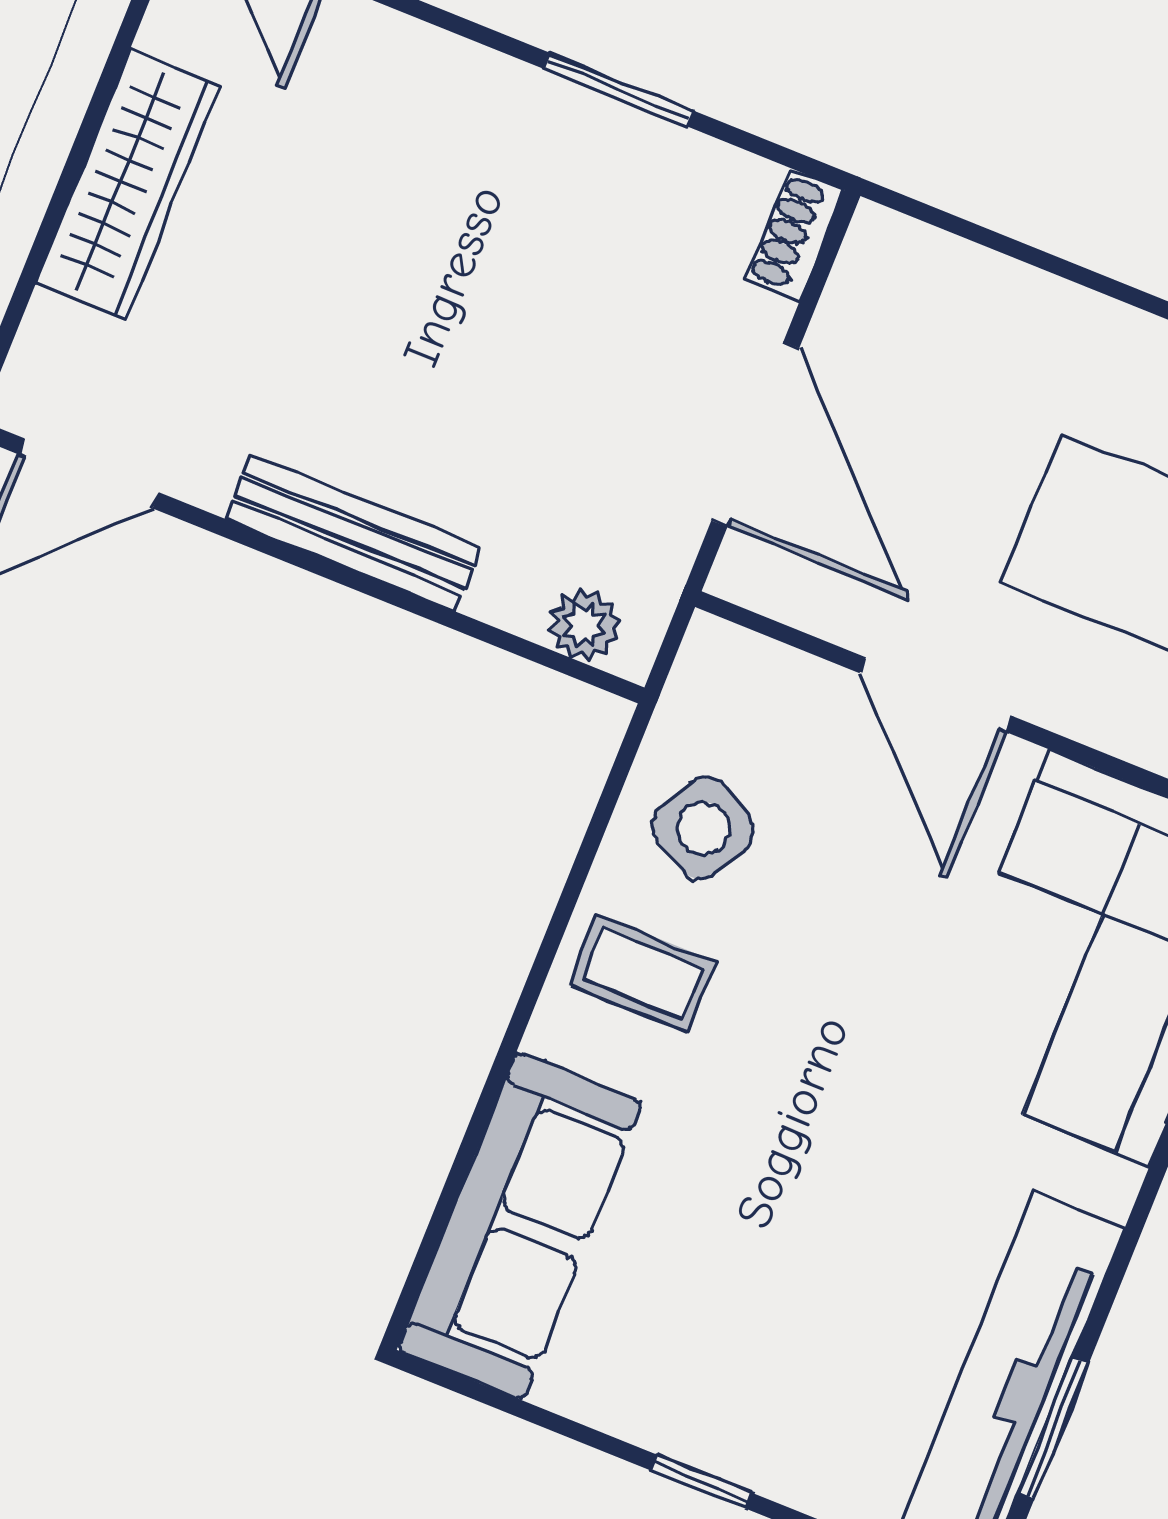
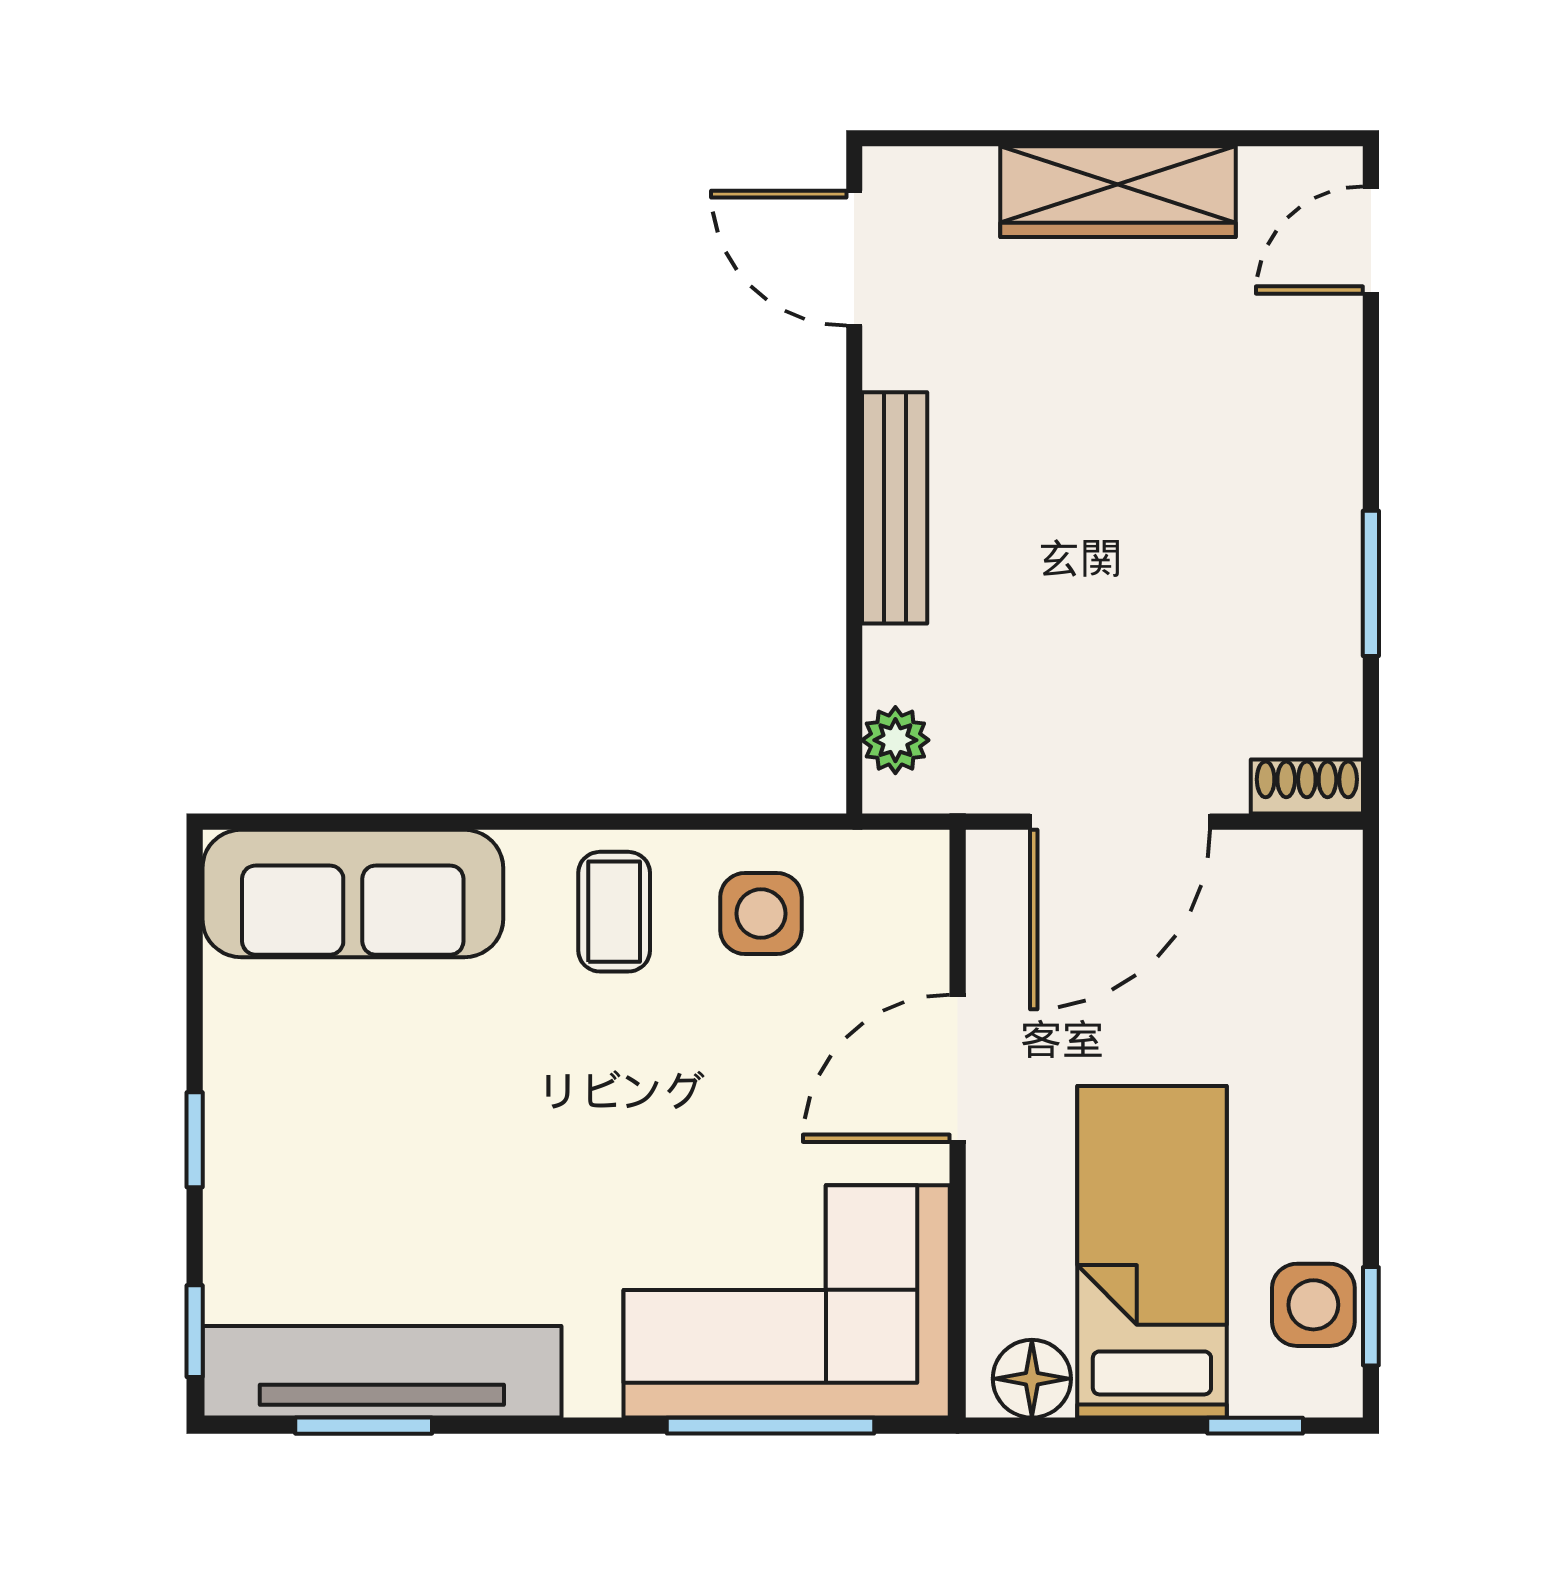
side table: (703, 828) -> (761, 914), turned -30

